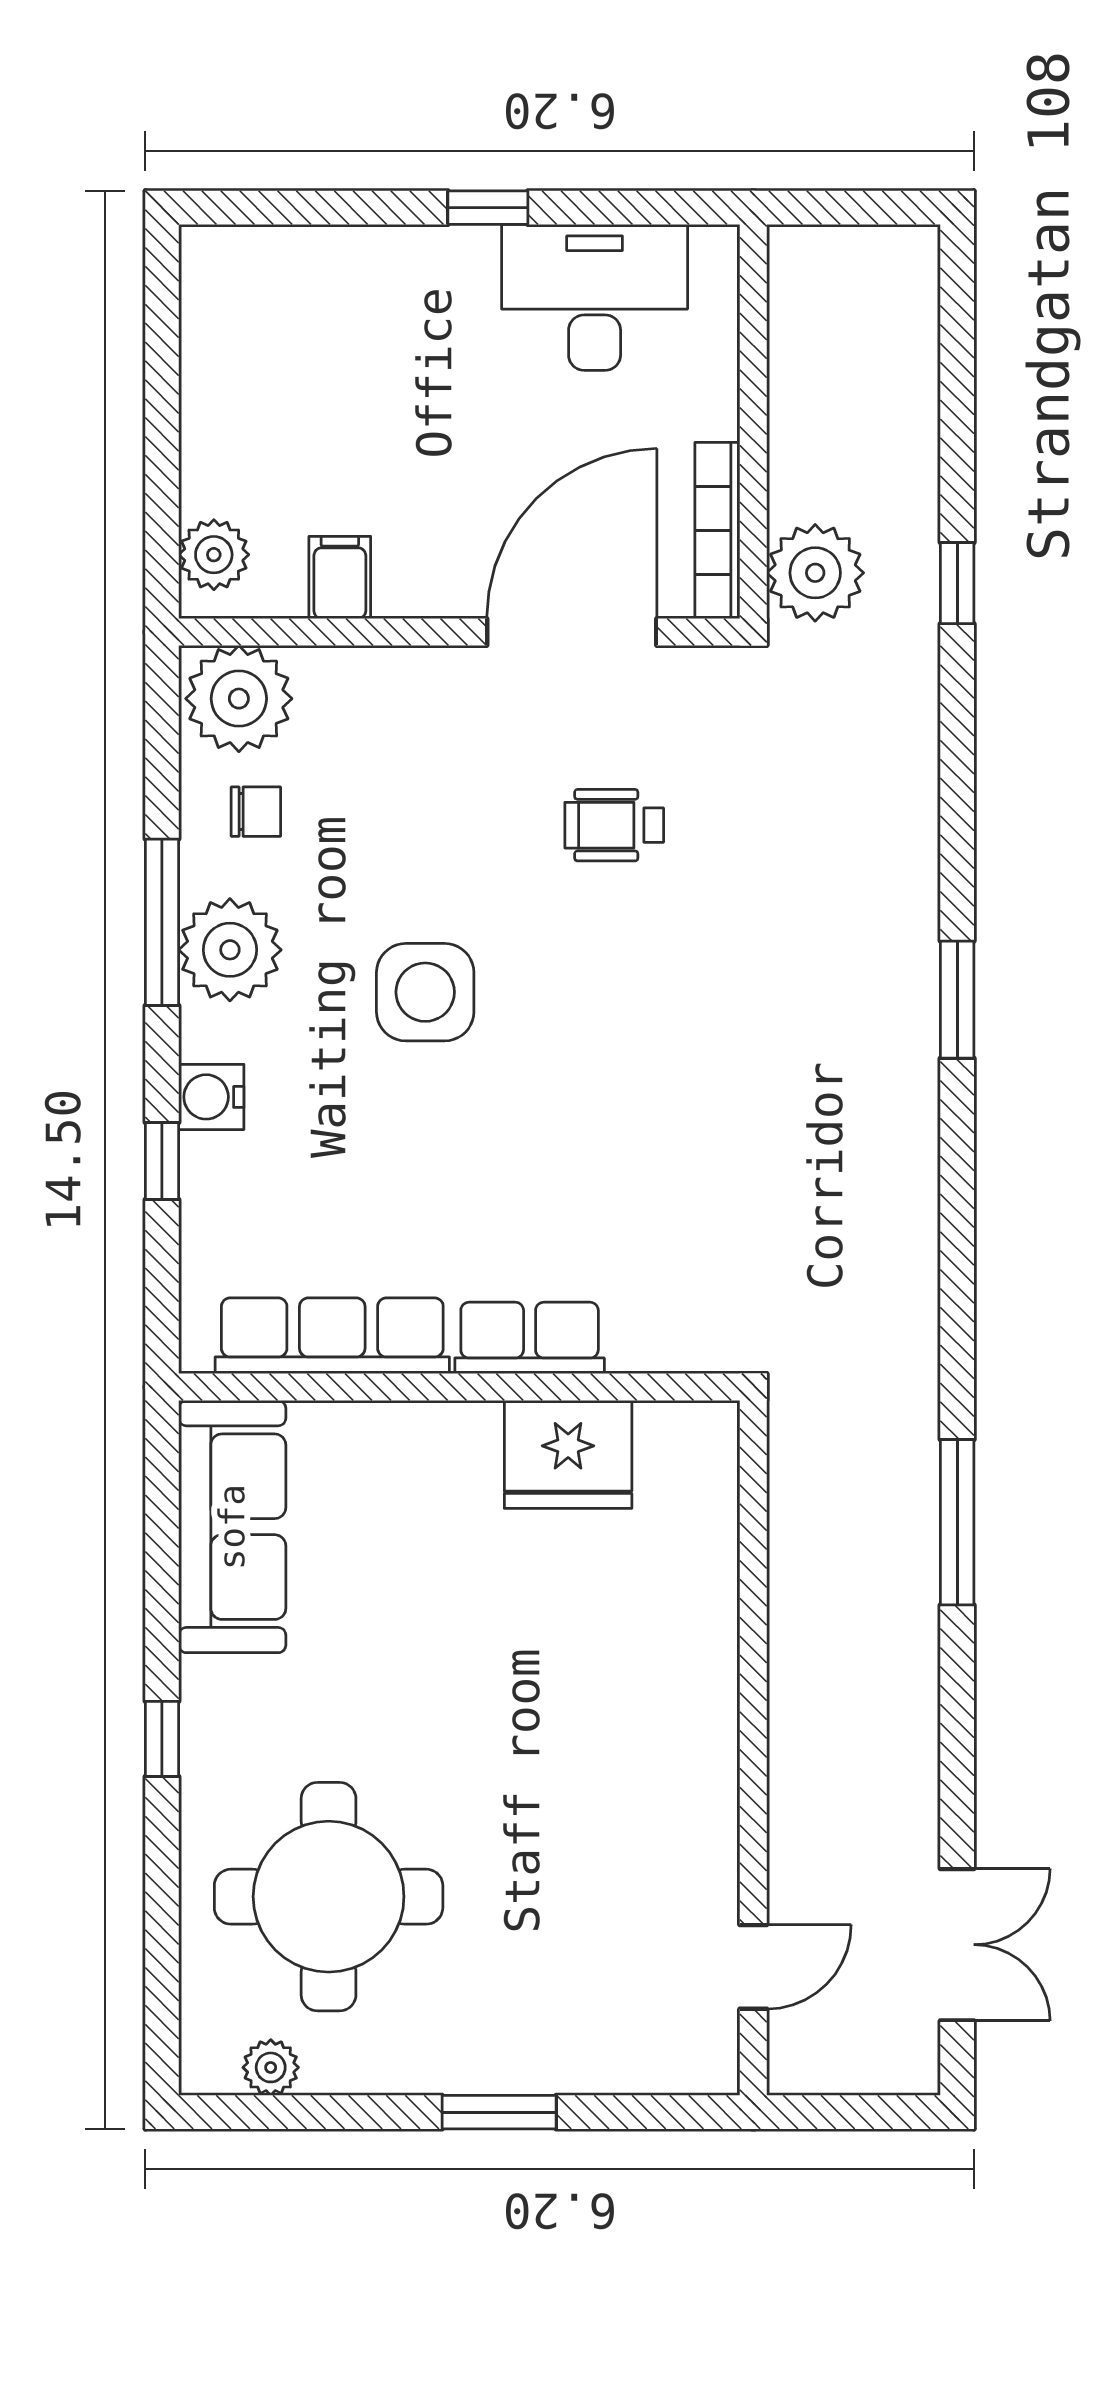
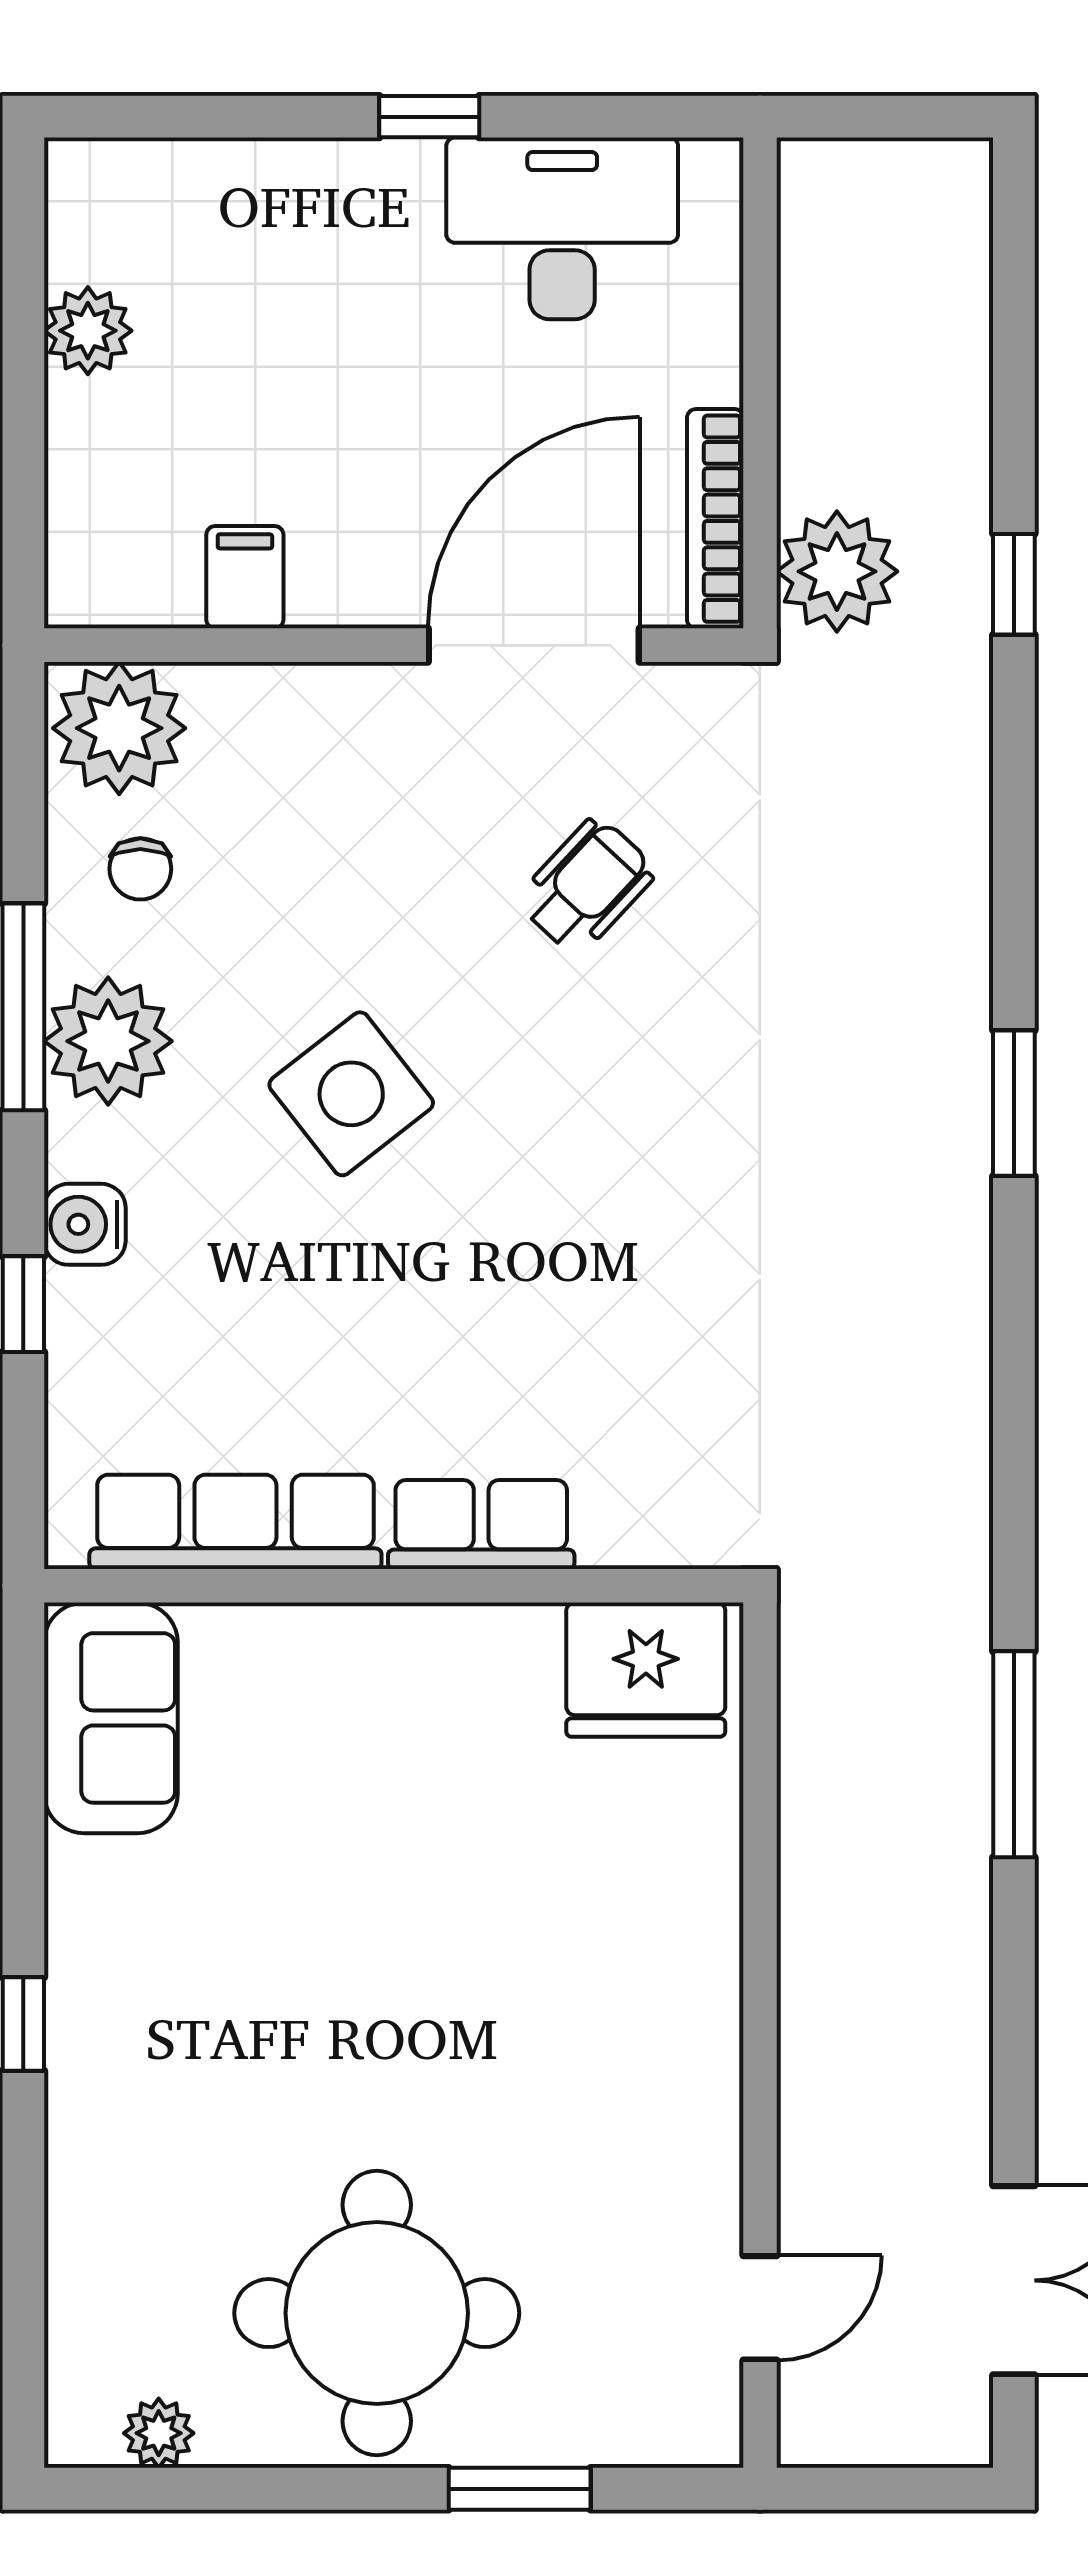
plant: (214, 555) -> (88, 331), moved
chair: (256, 812) -> (140, 869), turned 90
wheelchair: (614, 825) -> (587, 886), turned 133
side table: (425, 992) -> (351, 1094), turned -38
fridge: (568, 1454) -> (646, 1670), moved
sofa: (232, 1527) -> (111, 1718), width x0.73
round table: (329, 1897) -> (377, 2313), moved
window: (499, 2112) -> (520, 2489), moved

